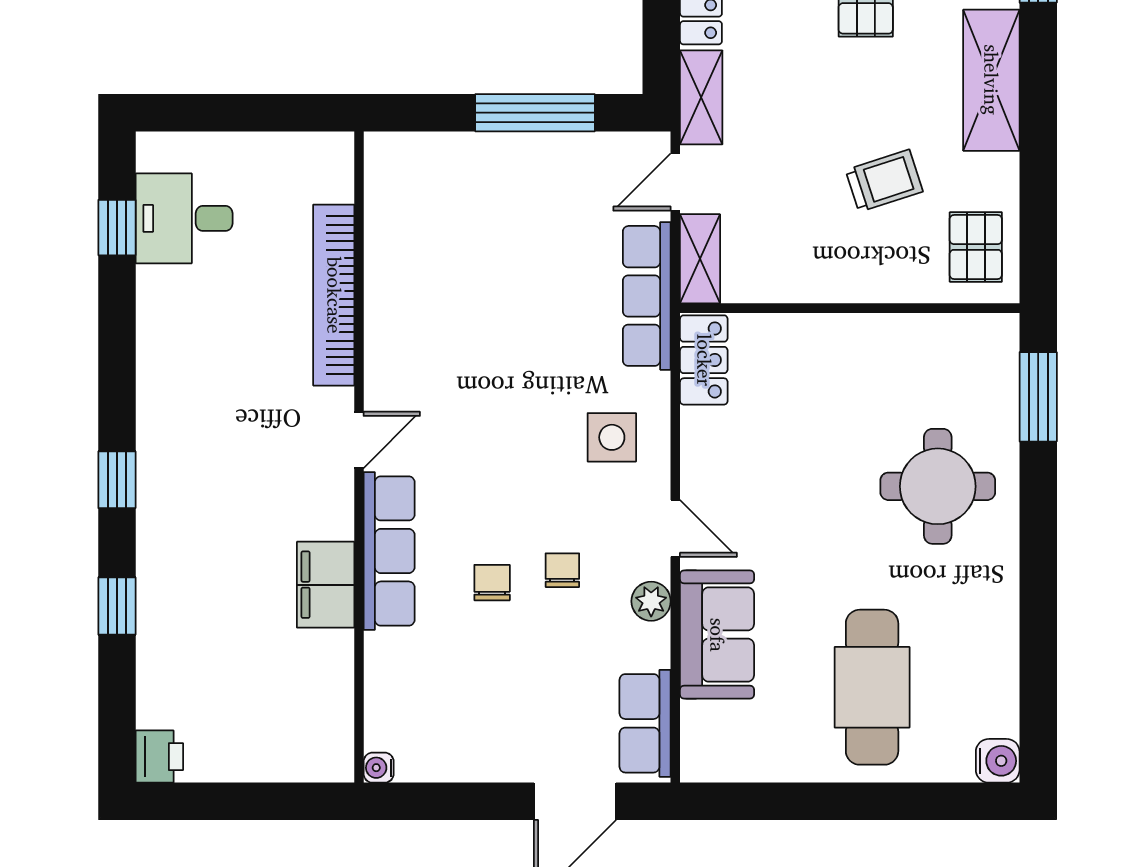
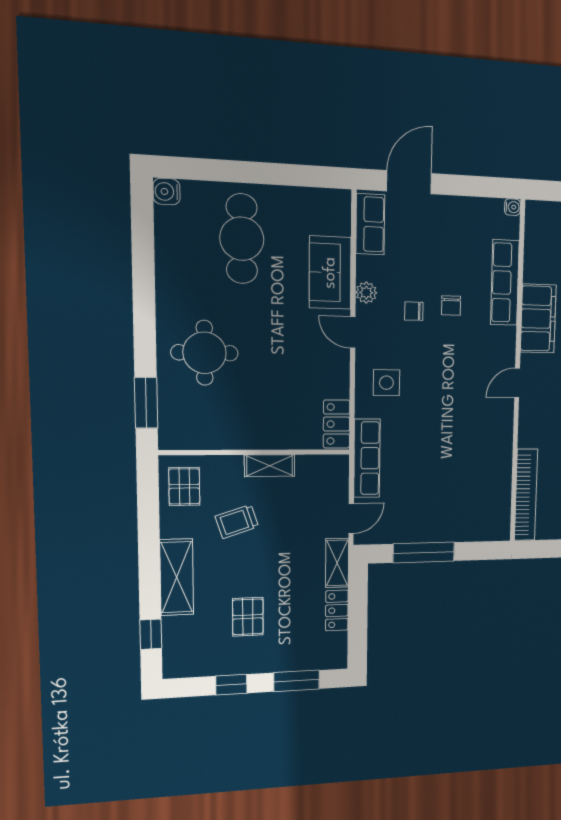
shelving: (700, 259) -> (270, 466), moved, turned 90
bookcase: (334, 295) -> (526, 495), moved
row of seats: (389, 551) -> (505, 283), moved
chair: (562, 570) -> (414, 311), turned 90
filing cabinet: (326, 585) -> (538, 319), width x1.50, depth x1.17

